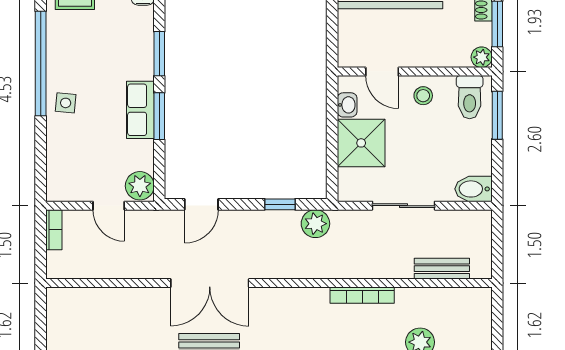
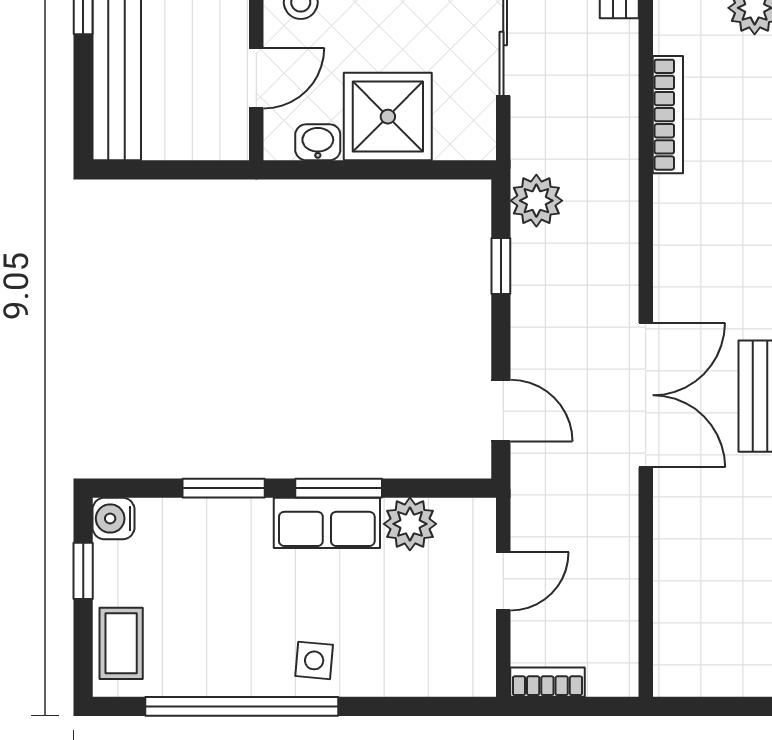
plant: (140, 186) -> (410, 524), moved

